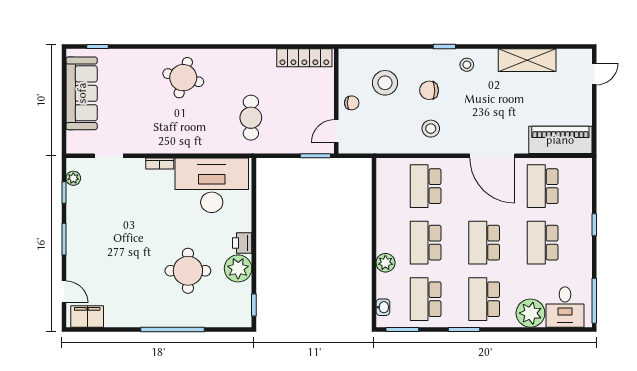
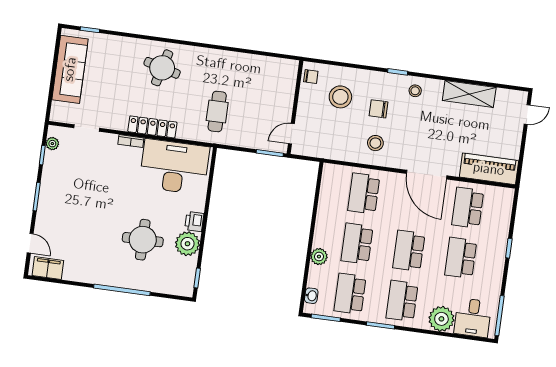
locker: (304, 58) -> (152, 127), moved, turned 180
chair: (352, 103) -> (311, 77), moved

